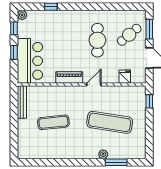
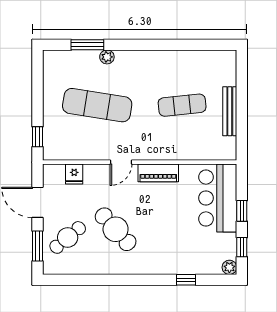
cafe table: (97, 40) -> (116, 229), turned -42
bench: (22, 102) -> (230, 111), moved

